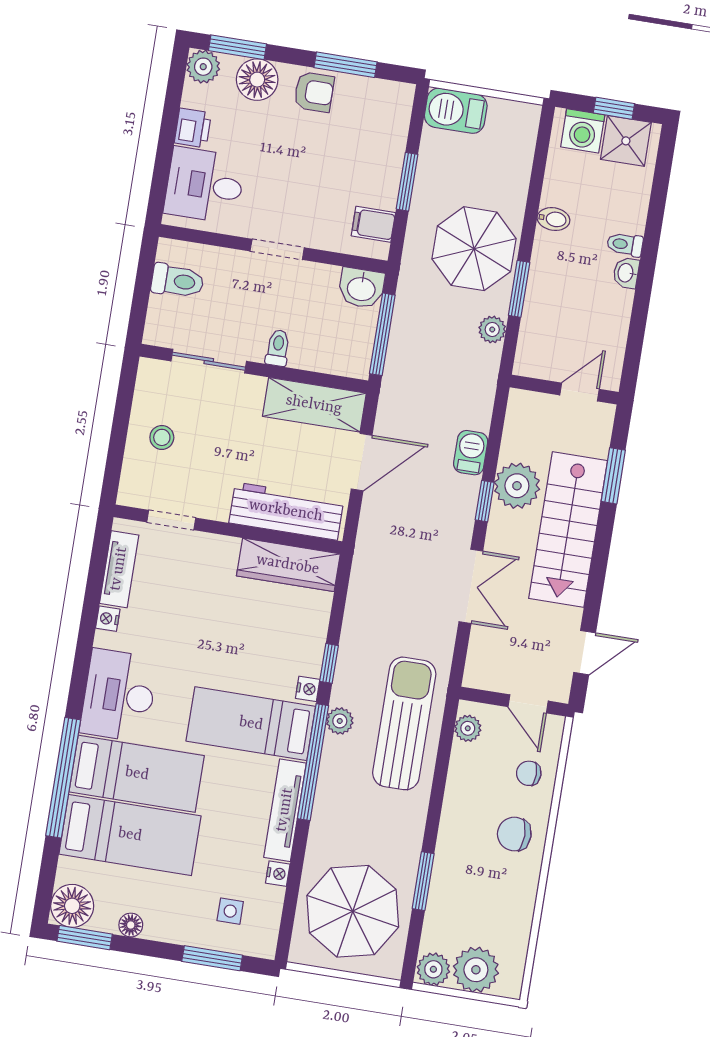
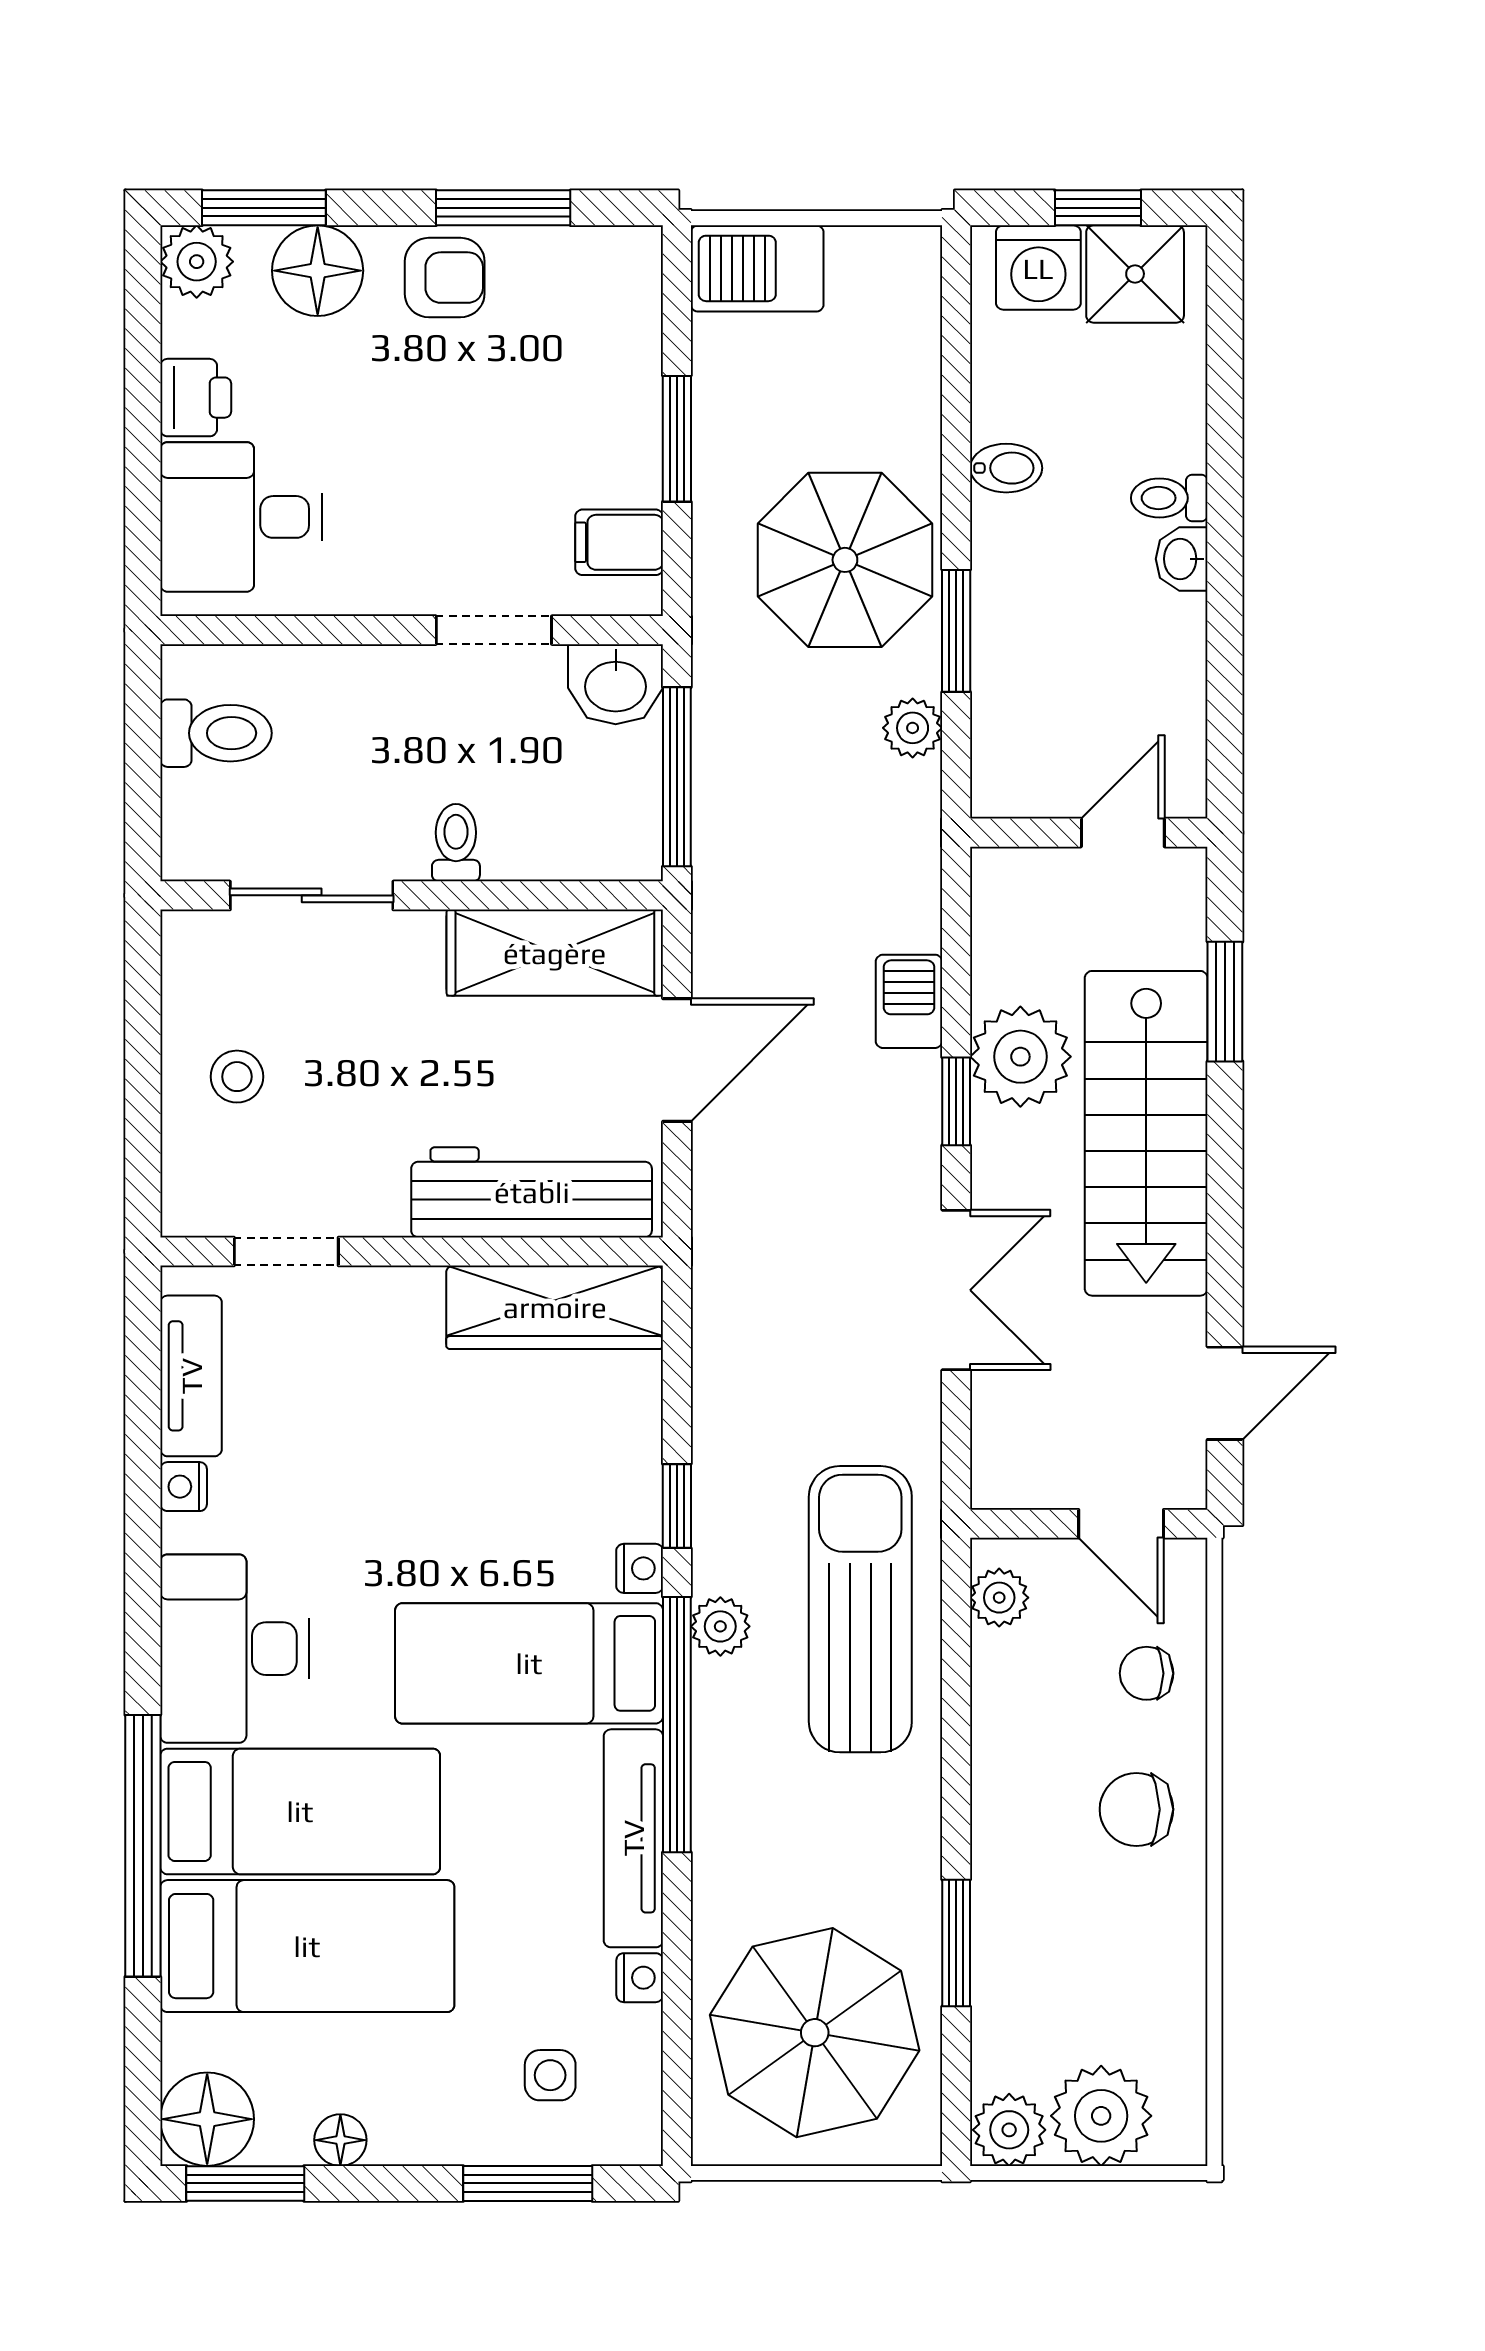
doorway: (277, 249) -> (494, 630), moved

